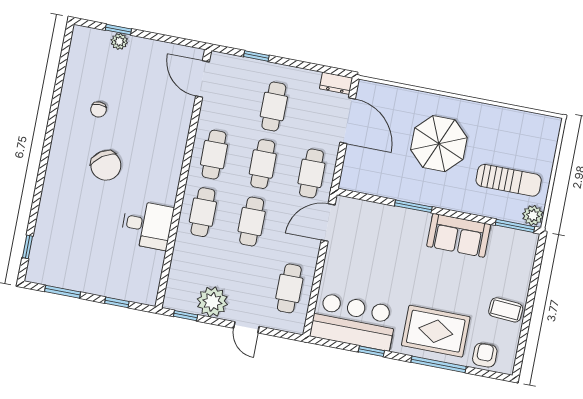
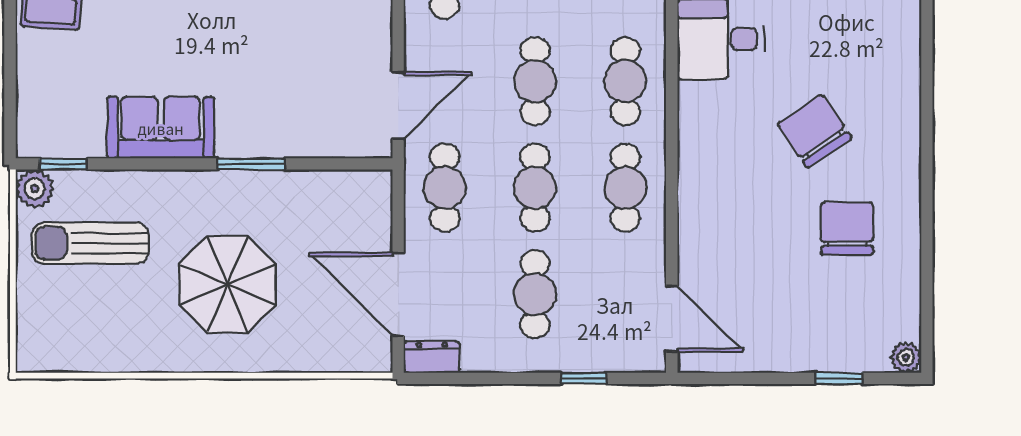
plant: (119, 41) -> (906, 357), moved
chair: (98, 110) -> (847, 228), width x1.87, depth x1.87
window: (515, 226) -> (63, 164), width x0.67

